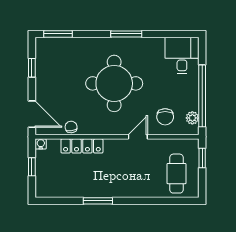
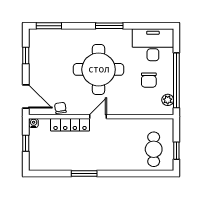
desk: (182, 56) -> (153, 45), width x1.37
chair: (165, 117) -> (149, 80), moved
door: (138, 137) -> (98, 117), moved
window: (202, 158) -> (176, 151), moved

